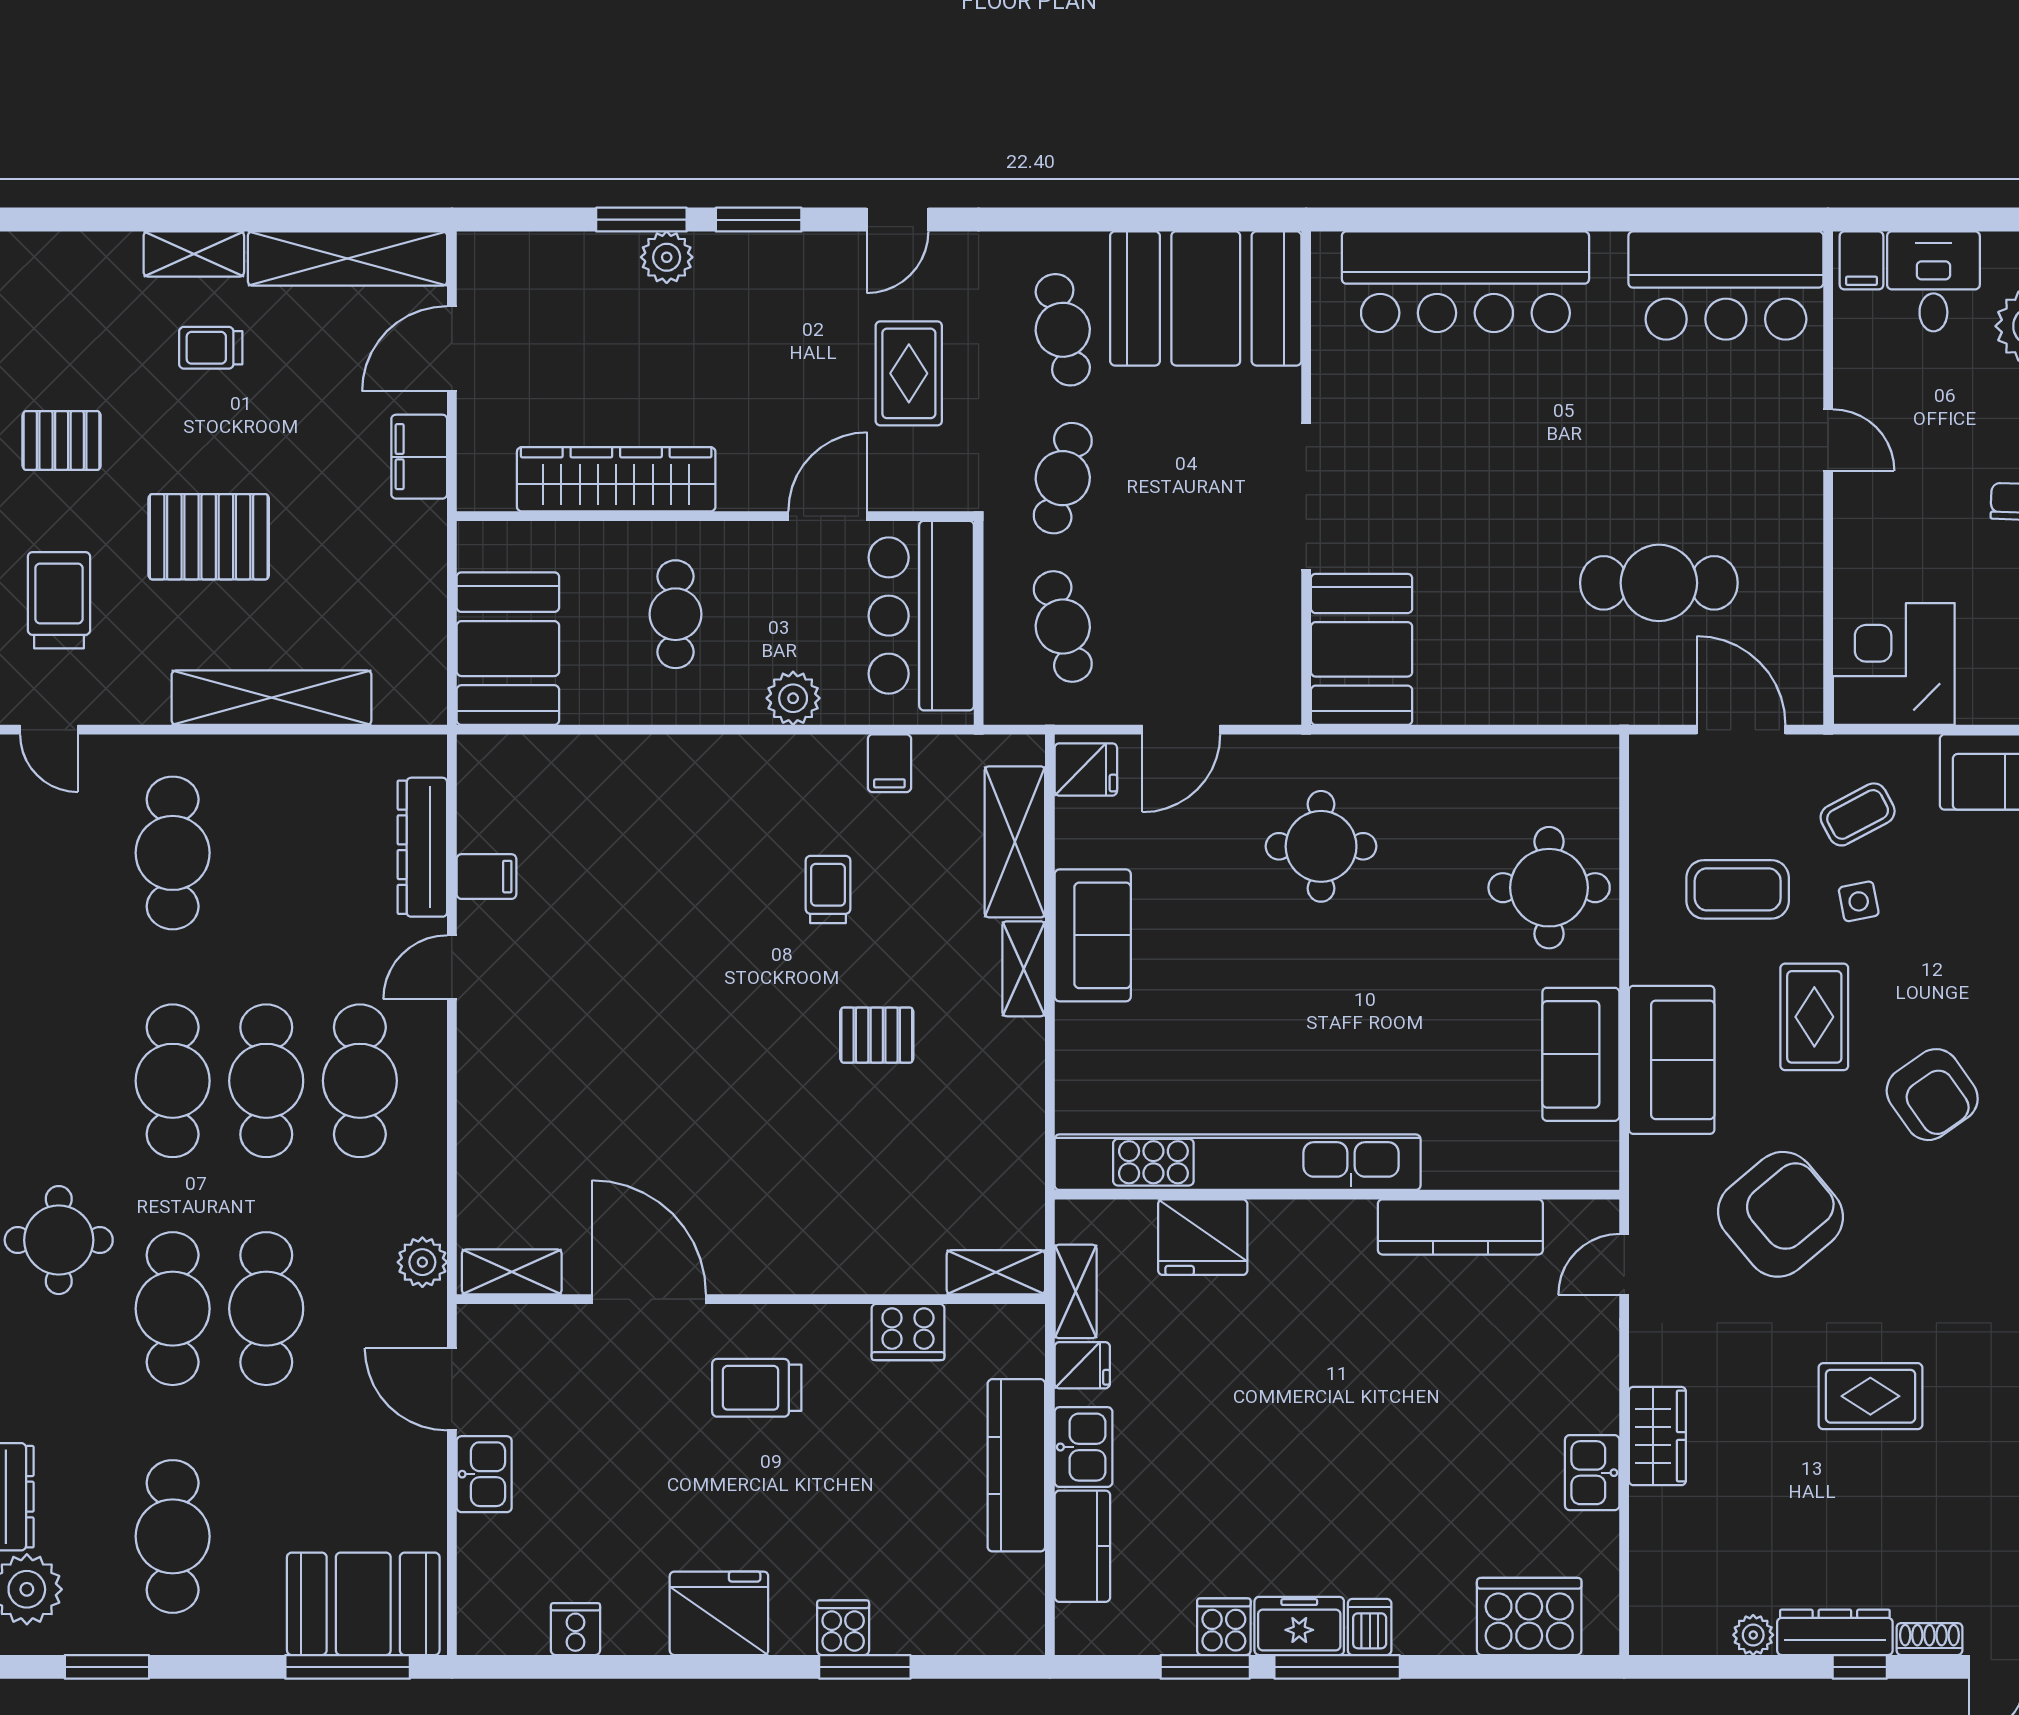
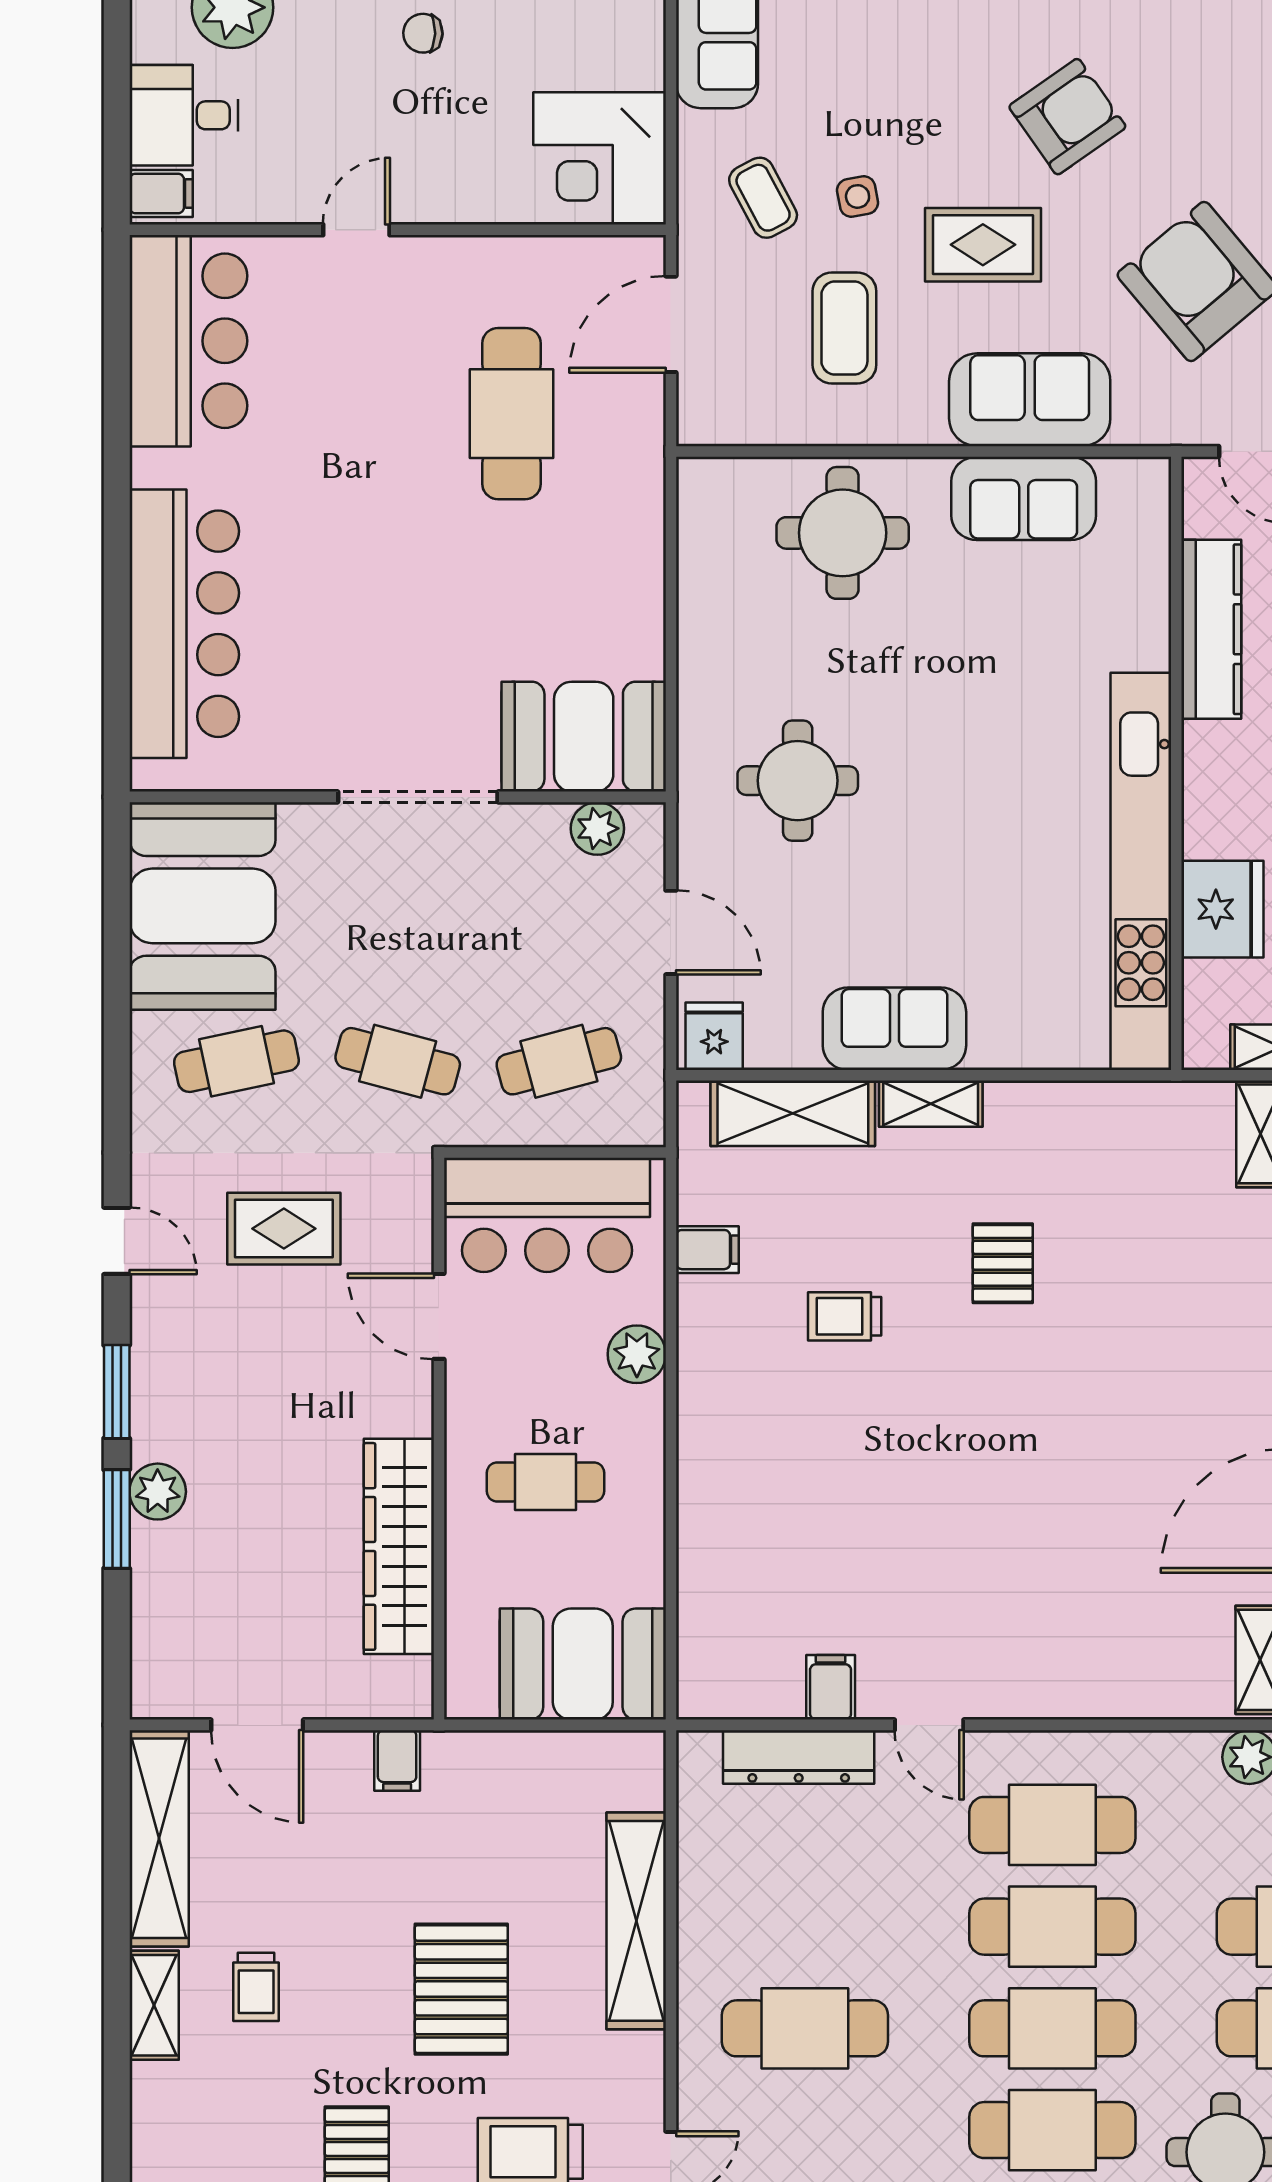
filing cabinet: (419, 457) -> (397, 1760), width x0.50
plant: (1277, 662) -> (597, 828), added
cafe table: (79, 1081) -> (1052, 2130), added

